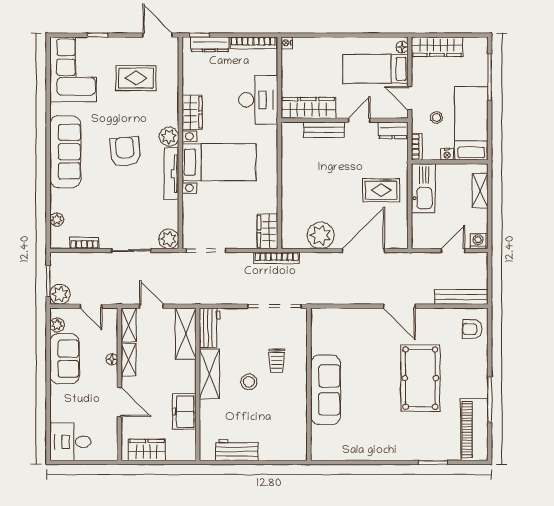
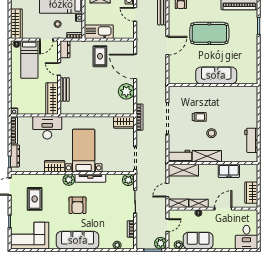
armchair: (125, 152) -> (77, 205), turned -85
wall: (309, 384) -> (213, 85), moved
sofa: (325, 390) -> (216, 75), moved

